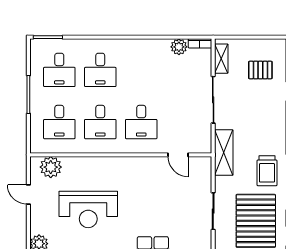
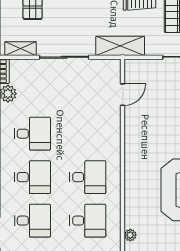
desk: (141, 122) -> (32, 134), moved
plant: (51, 167) -> (130, 235), width x0.53, depth x0.53

